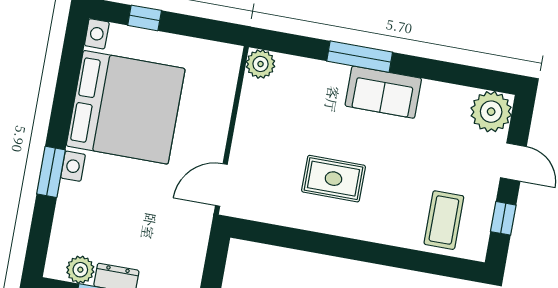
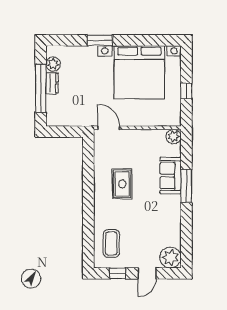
window: (145, 18) -> (186, 91), moved
sofa: (383, 92) -> (171, 176), moved
coffee table: (444, 220) -> (111, 243), turned 90

